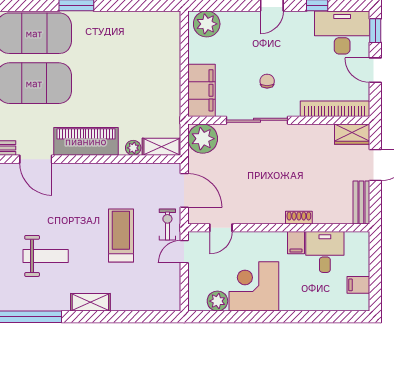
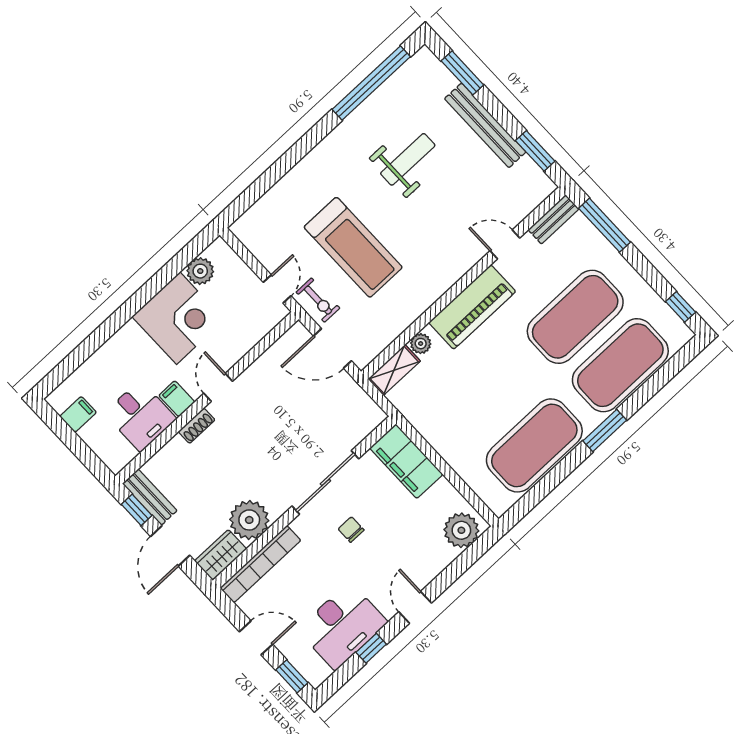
desk: (342, 32) -> (342, 626), moved
exercise mat: (123, 33) -> (534, 445), added
chair: (267, 81) -> (351, 530), turned 180
plant: (203, 139) -> (249, 520), moved
door: (36, 159) -> (505, 244), width x0.73
window: (375, 202) -> (137, 510), added
door: (221, 228) -> (218, 387), moved
treadmill: (121, 236) -> (353, 247), width x1.37, depth x1.38
weight bench: (46, 256) -> (408, 159), turned 180
shelving: (90, 302) -> (322, 155), removed

